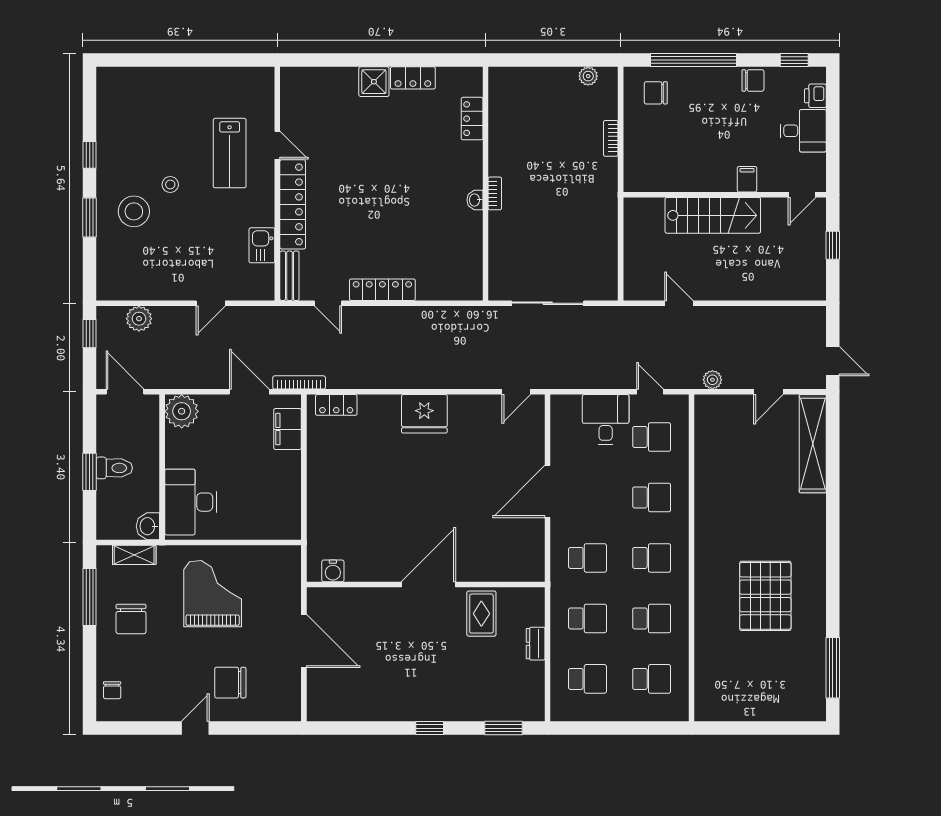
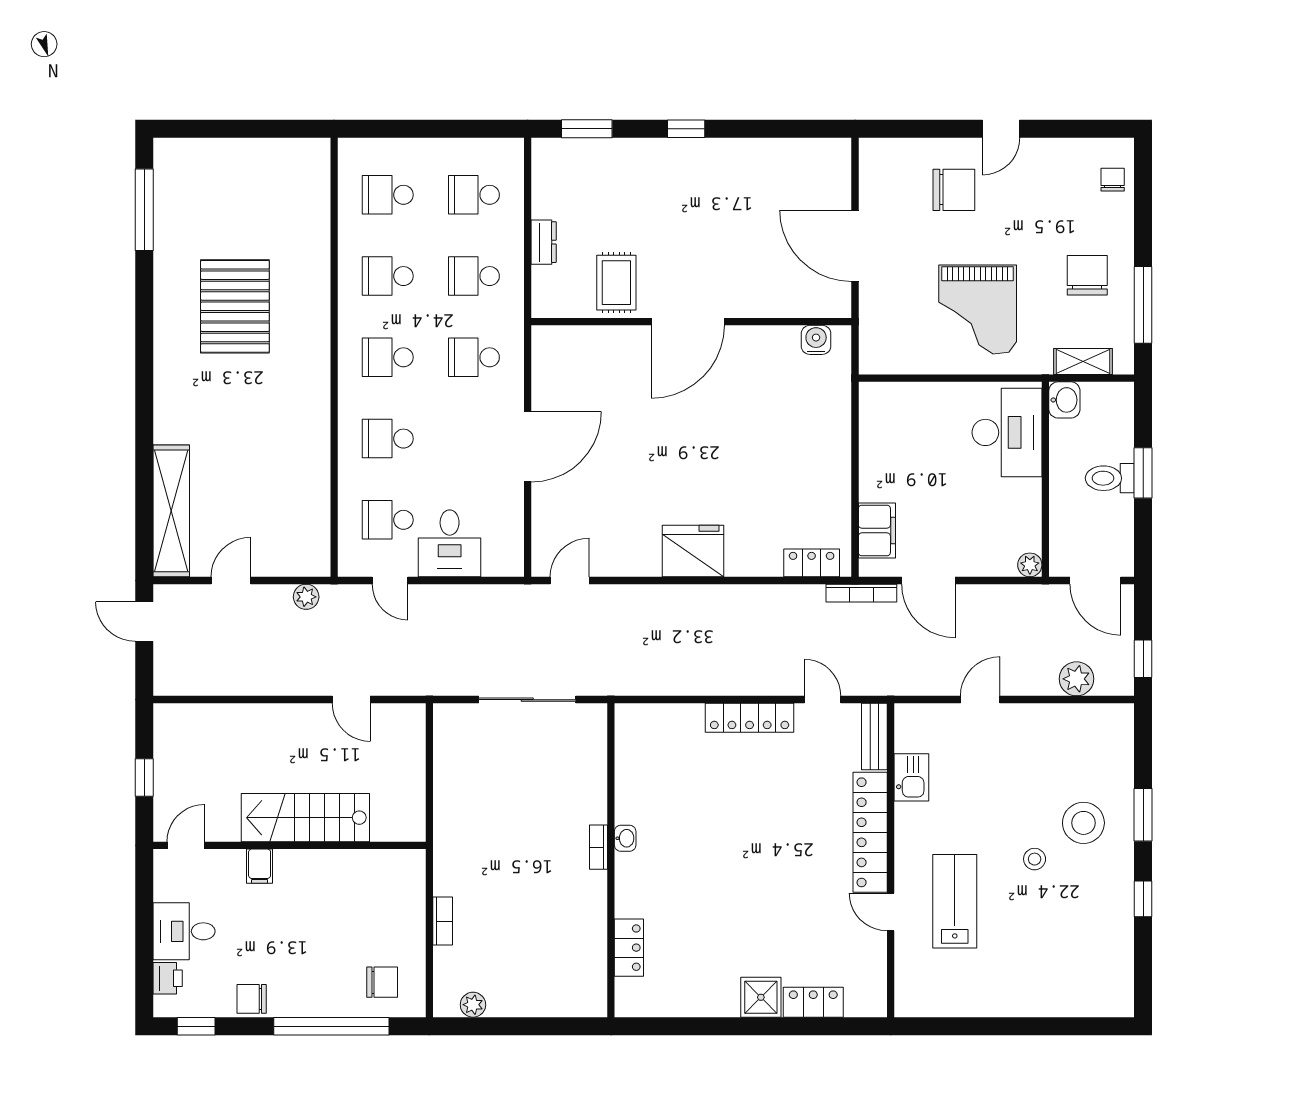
locker: (413, 78) -> (813, 1002), moved
plant: (182, 411) -> (1030, 565), width x0.53, depth x0.53

